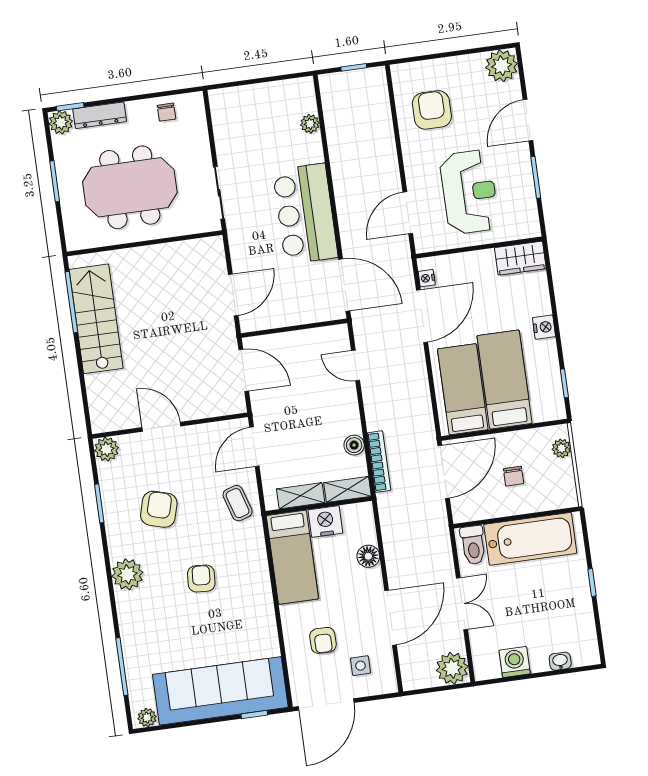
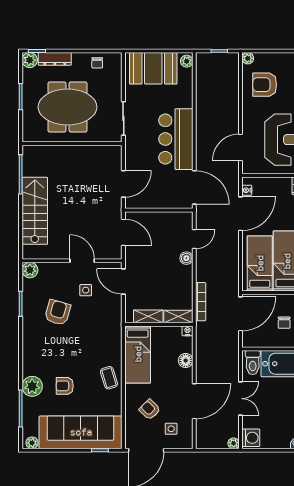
plant: (400, 73) -> (248, 58), added
booth: (255, 109) -> (153, 68), added
armchair: (432, 110) -> (265, 85), turned -90
plant: (310, 124) -> (187, 61), moved
stairs: (96, 319) -> (35, 211), moved
door: (355, 365) -> (194, 239), swing flipped
door: (161, 427) -> (82, 261), moved
boiler: (354, 445) -> (186, 258), moved
door: (254, 447) -> (123, 281), hinge flipped
side table: (198, 468) -> (86, 290), added
coffee table: (238, 503) -> (109, 378), moved
nightstand: (325, 521) -> (187, 331), moved, width x0.53, depth x0.56
plant: (127, 574) -> (32, 386), moved
armchair: (201, 579) -> (65, 386), moved, turned -94
armchair: (323, 640) -> (150, 410), turned 135
washing machine: (515, 662) -> (251, 438), moved, turned 90
plant: (452, 668) -> (234, 443), width x0.53, depth x0.53

